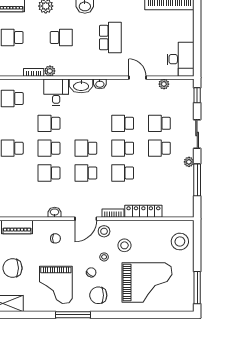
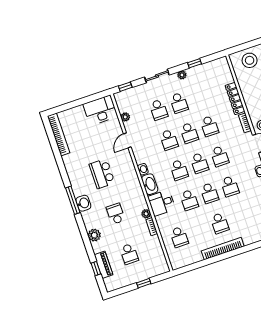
school desk: (110, 37) -> (102, 174), turned -90
school desk: (86, 123) -> (179, 170), added
window: (197, 180) -> (194, 63), width x0.46

